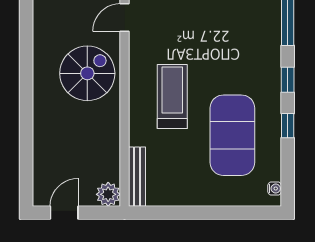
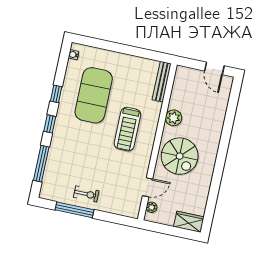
spiral stairs: (87, 73) -> (180, 156), turned -90
plant: (108, 194) -> (174, 118), moved
door: (64, 213) -> (214, 68), hinge flipped

